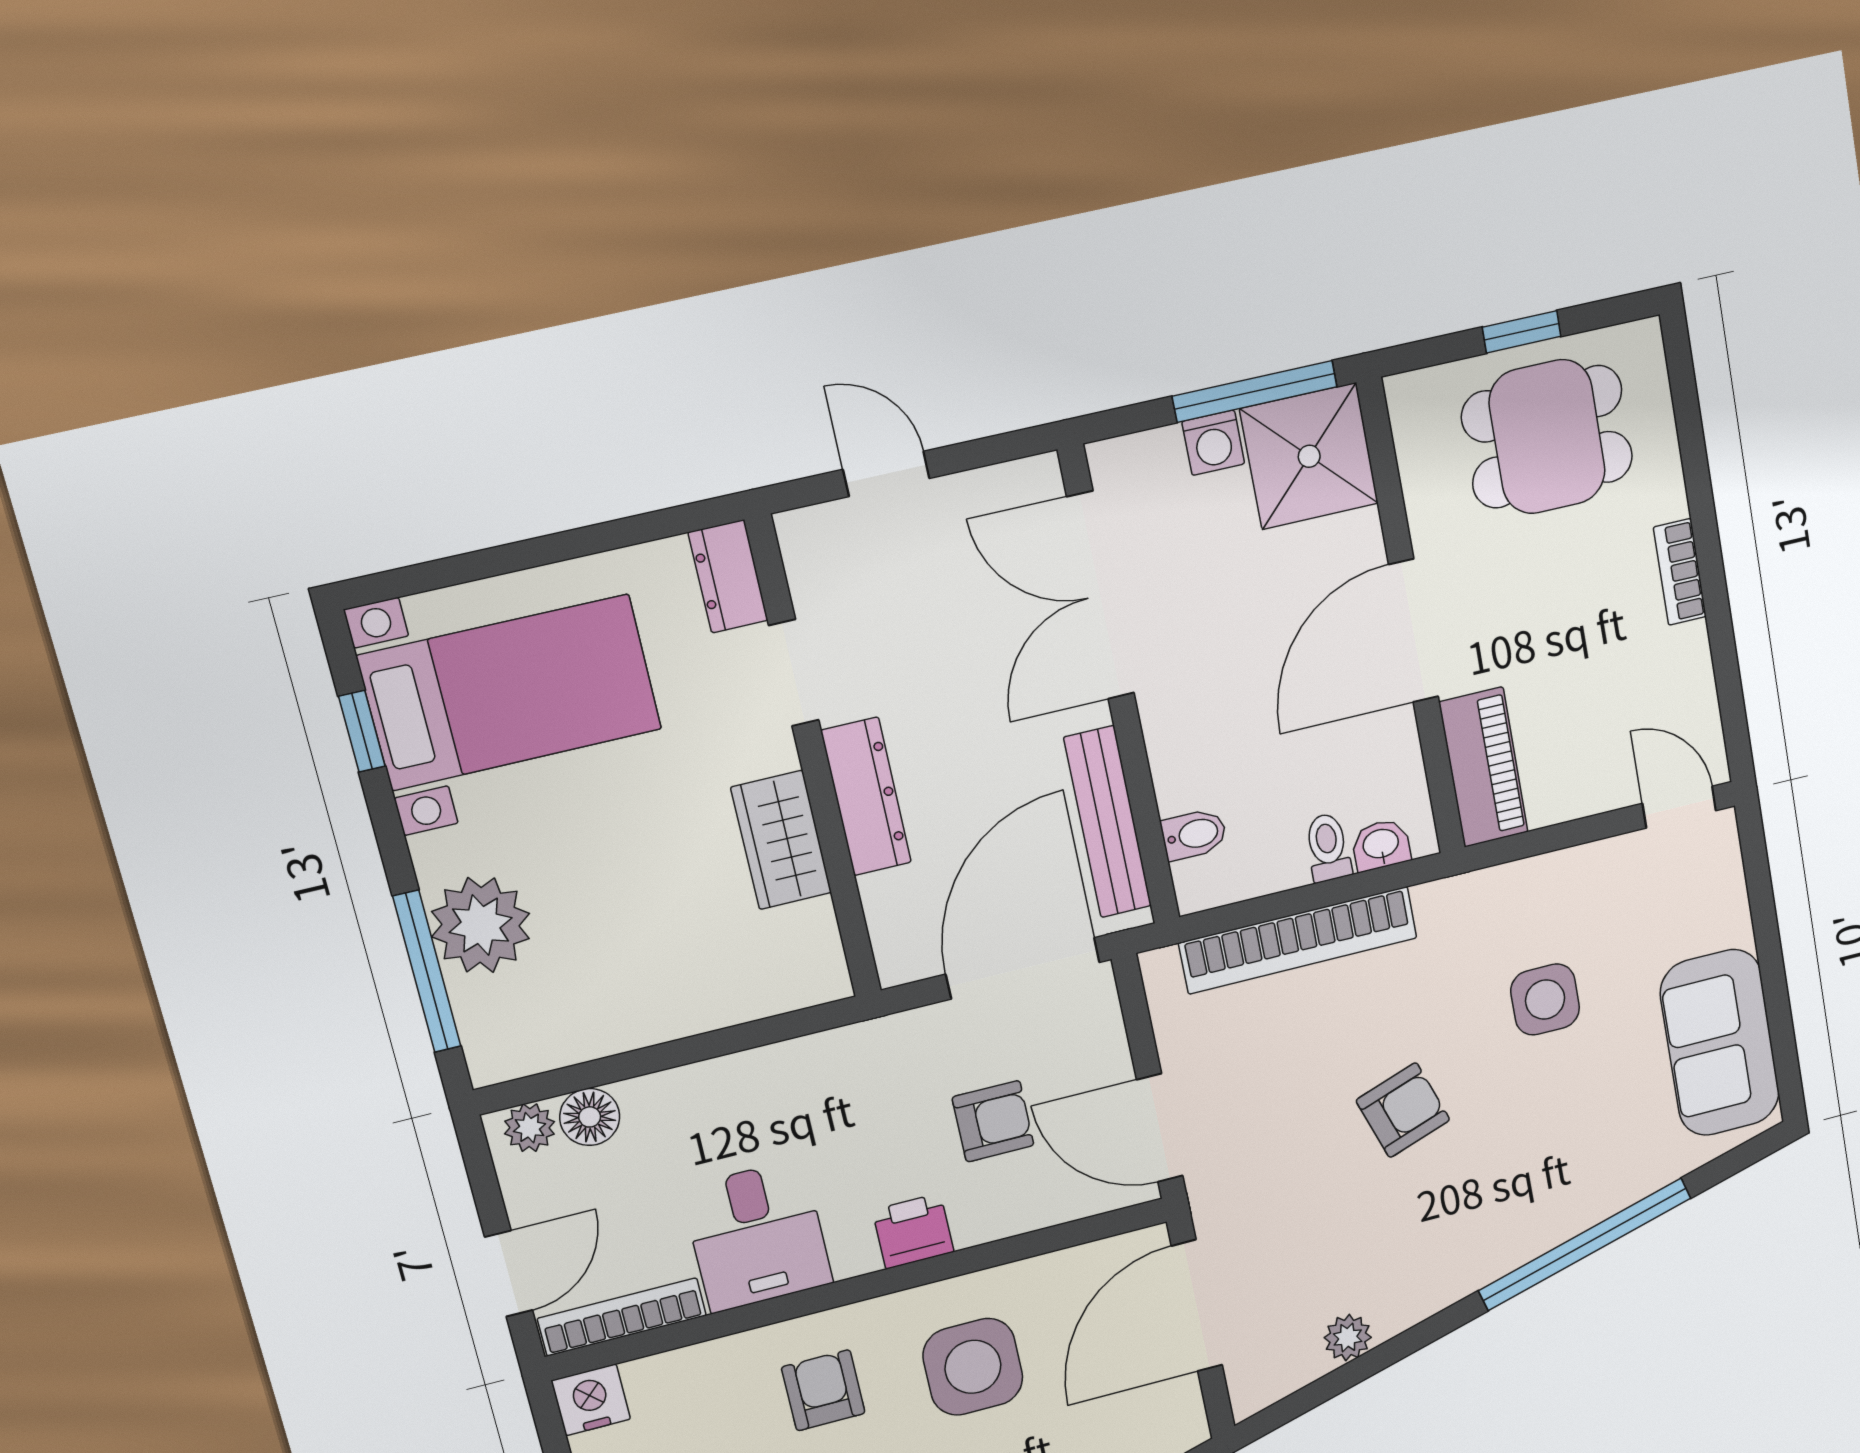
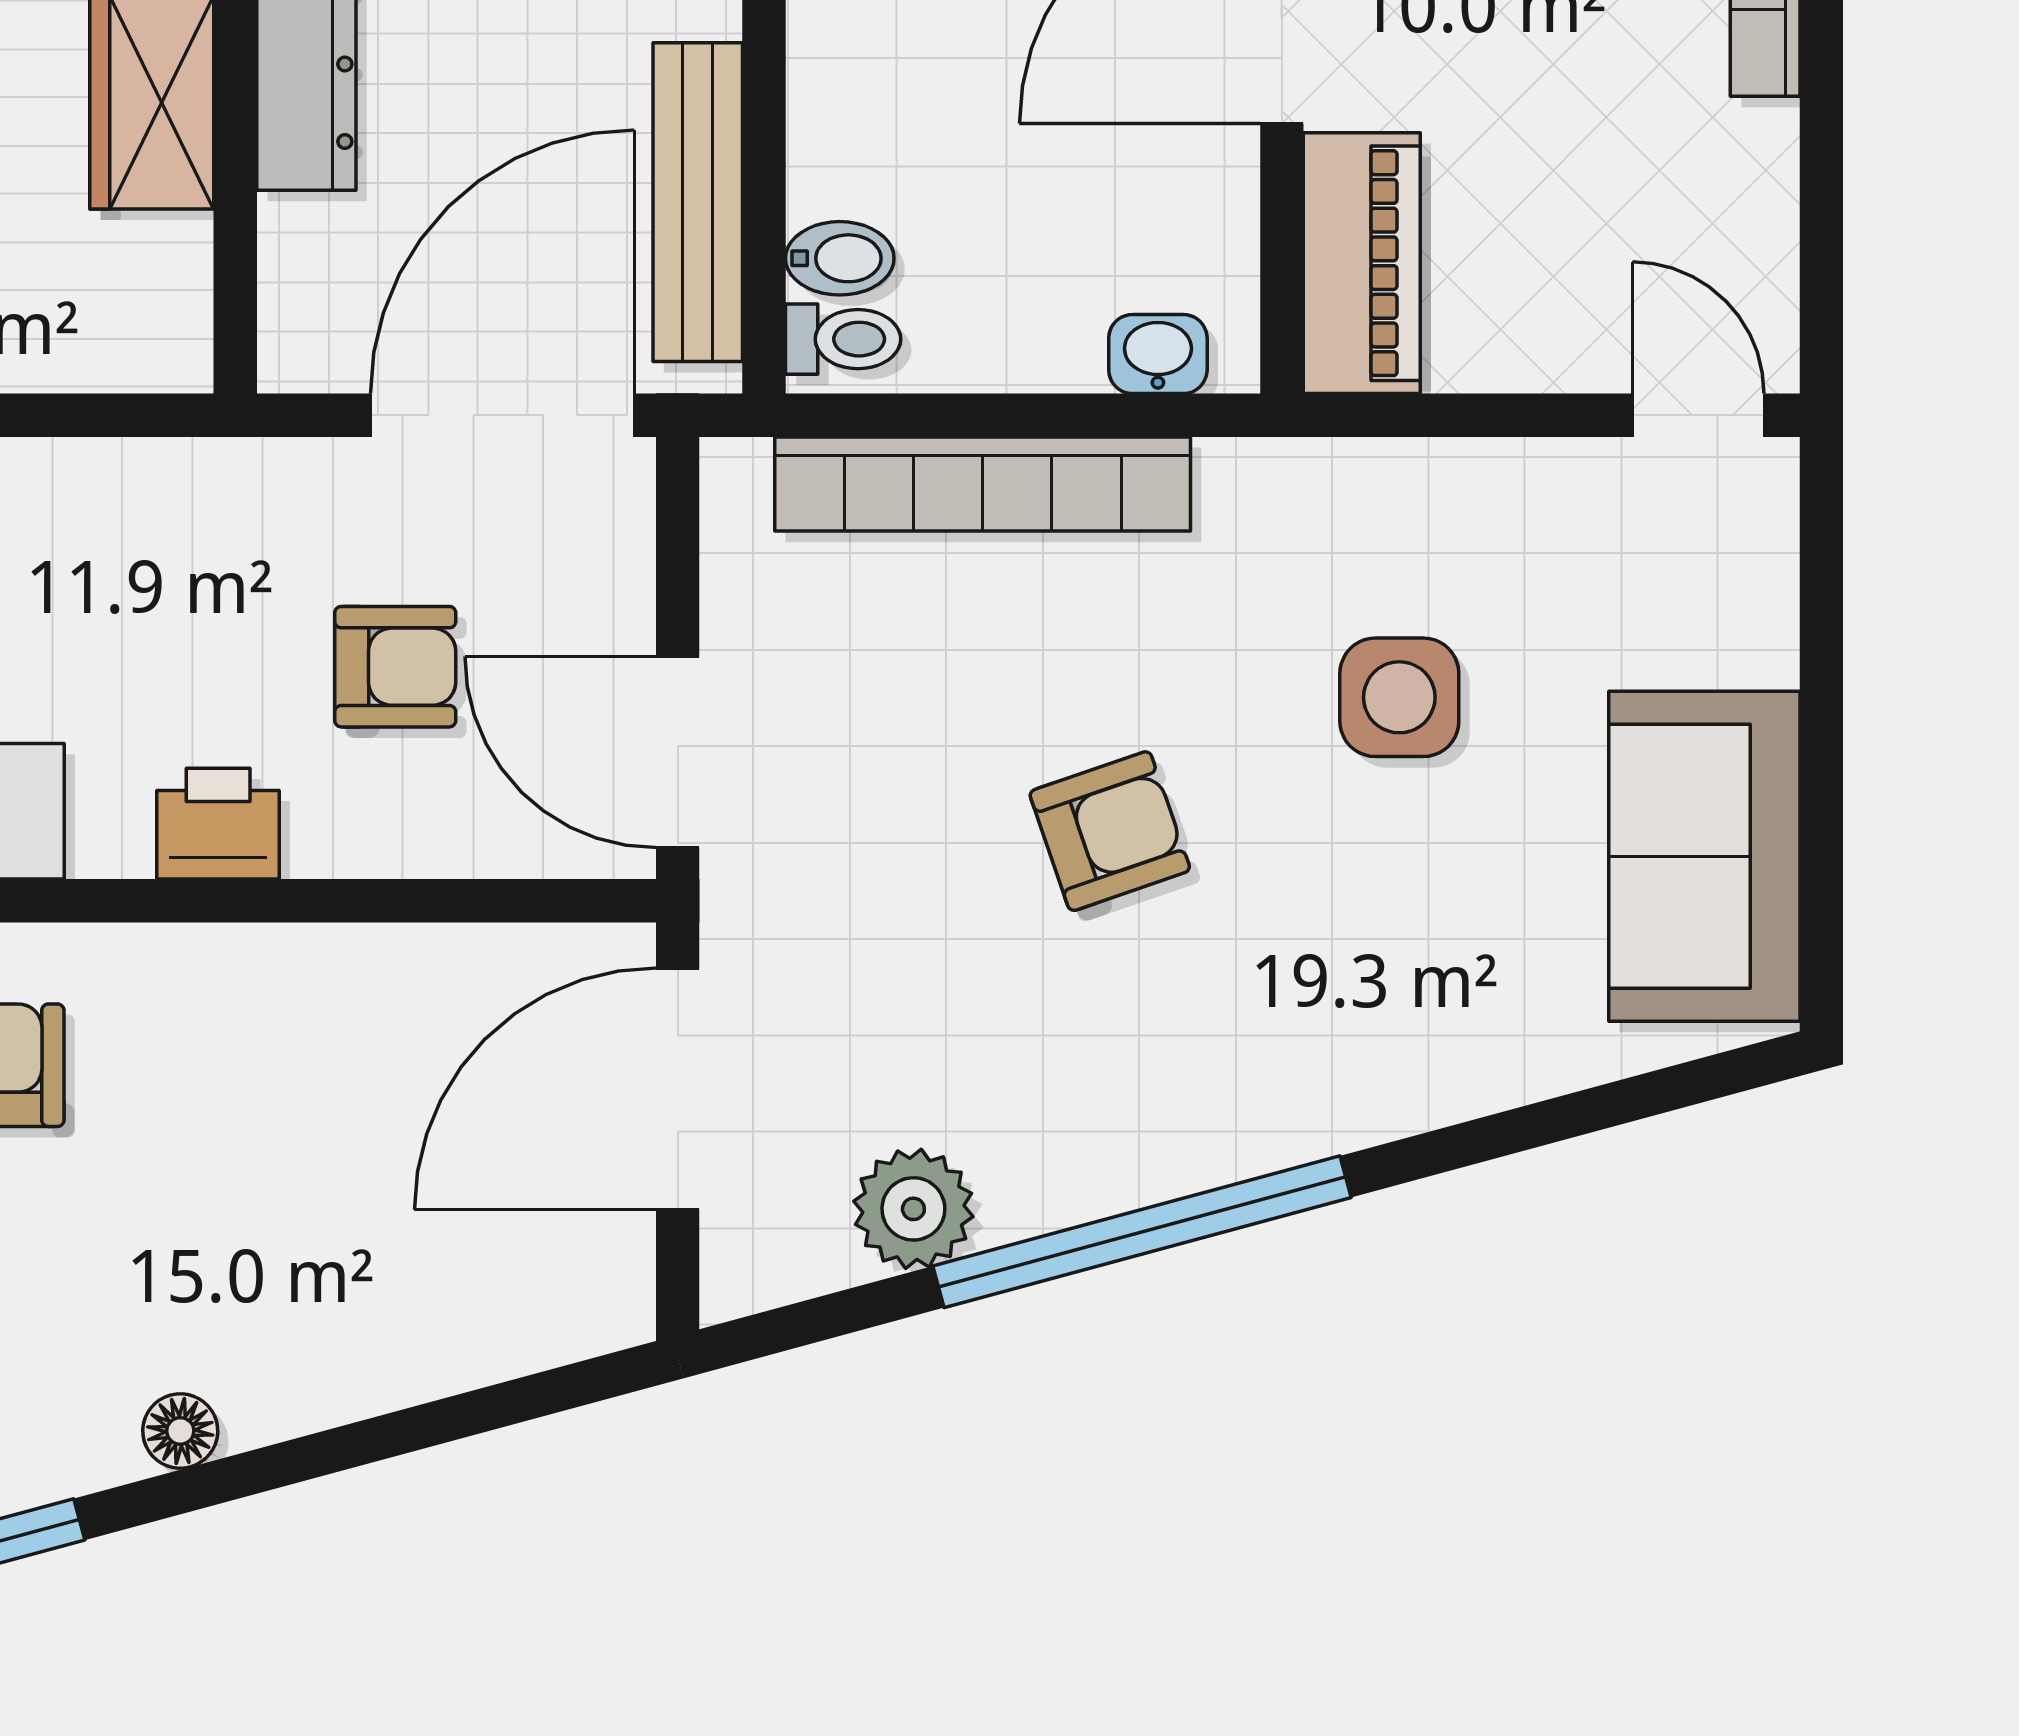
toilet: (1328, 847) -> (843, 339), moved, turned 90
window: (1585, 1244) -> (1142, 1232), moved
plant: (1348, 1338) -> (913, 1209), width x1.38, depth x1.38
side table: (973, 1367) -> (266, 1093), removed

